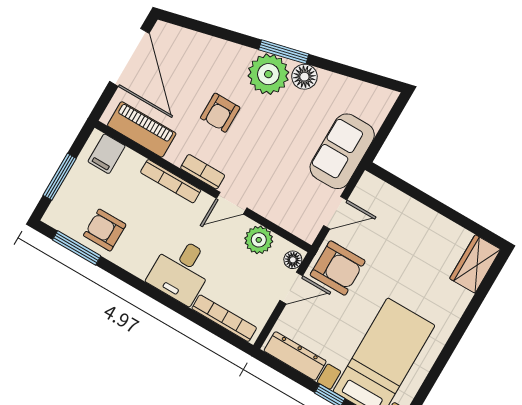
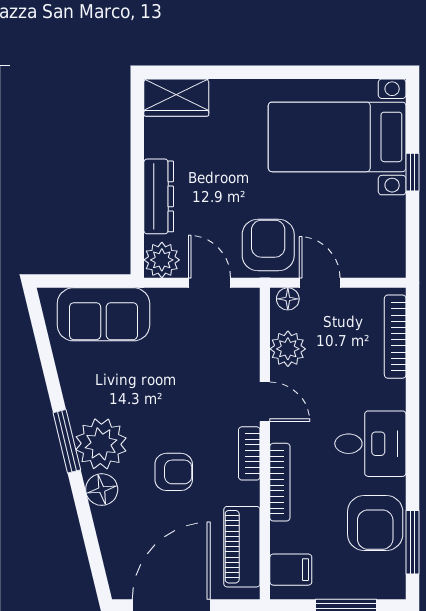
floor lamp: (304, 77) -> (102, 490), moved
sofa: (342, 151) -> (103, 314), moved
plant: (370, 189) -> (162, 260), added
armchair: (105, 230) -> (375, 523), width x1.38, depth x1.38
desk: (181, 270) -> (370, 444), moved
dresser: (295, 356) -> (159, 196), moved, turned 180

